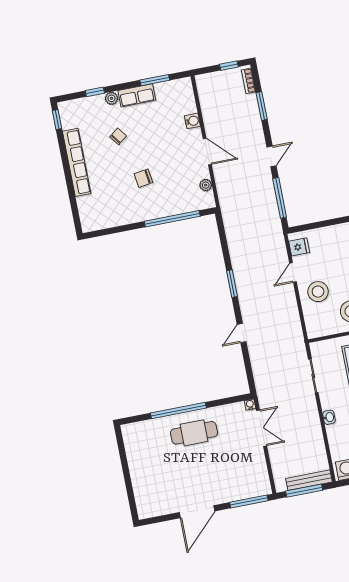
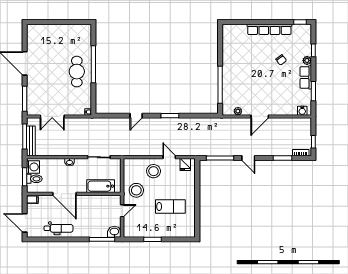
water cooler: (192, 121) -> (302, 111), moved
chair: (143, 178) -> (250, 71), removed
door: (242, 333) -> (136, 116), swing flipped
double door: (261, 428) -> (52, 116), moved

